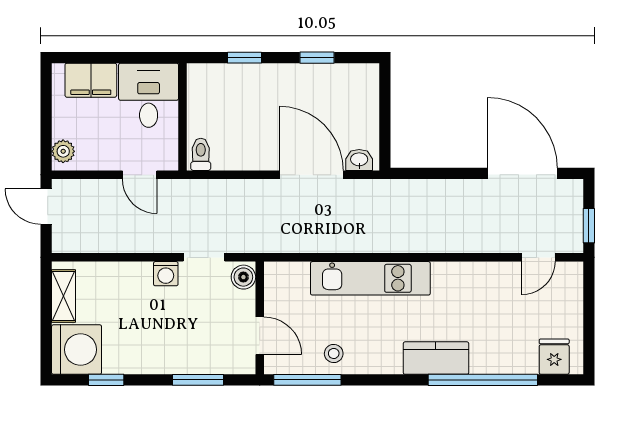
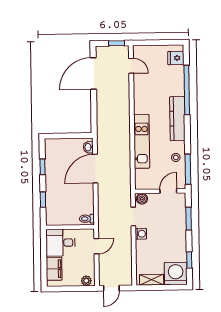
kitchen counter: (436, 358) -> (177, 119), width x1.50

